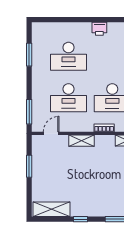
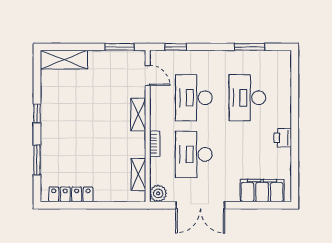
window: (29, 112) -> (176, 47), width x0.67
window: (29, 166) -> (120, 47), moved
shelving: (52, 209) -> (64, 60), moved, turned 90

